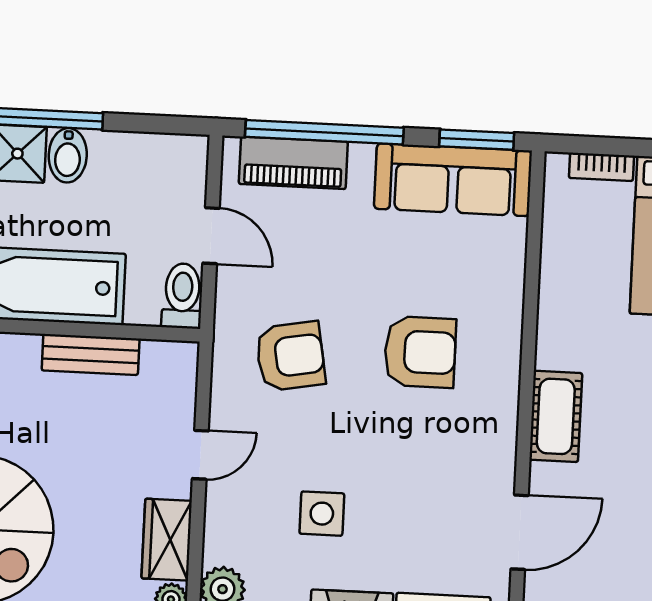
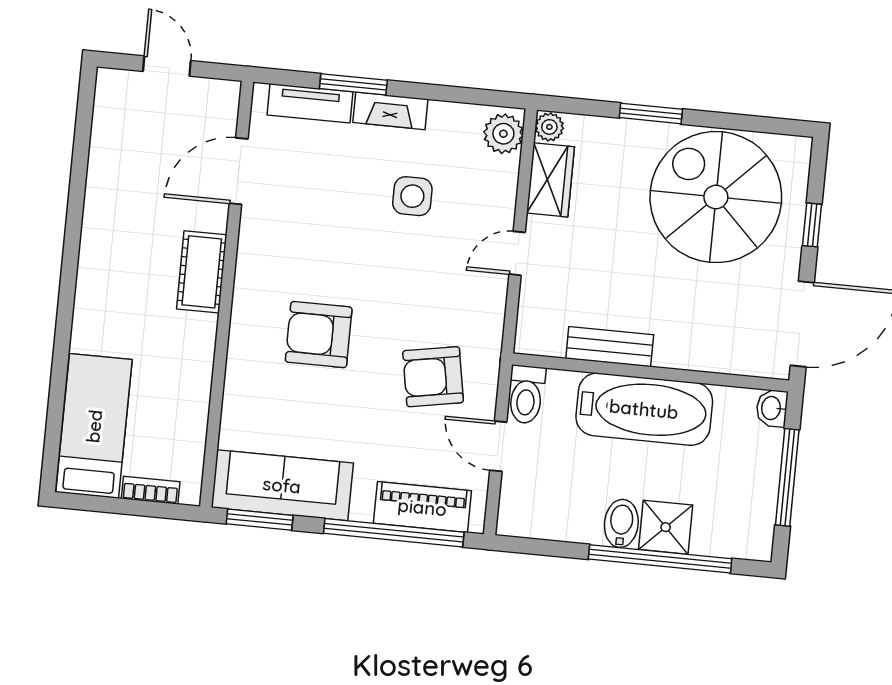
armchair: (290, 356) -> (433, 377), moved

